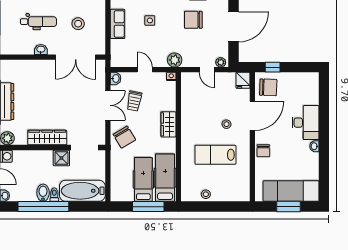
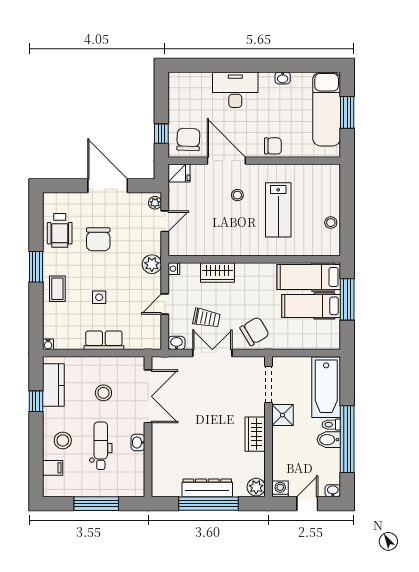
wardrobe: (168, 124) -> (218, 273), moved
wardrobe: (47, 138) -> (255, 434), width x0.67
washbasin: (314, 146) -> (283, 78), moved

